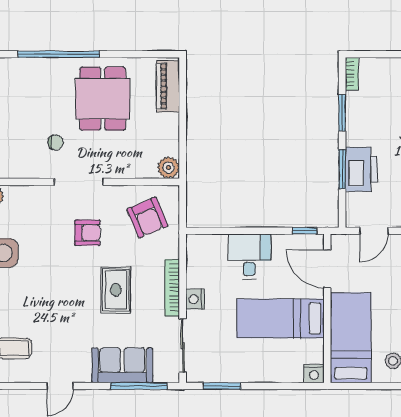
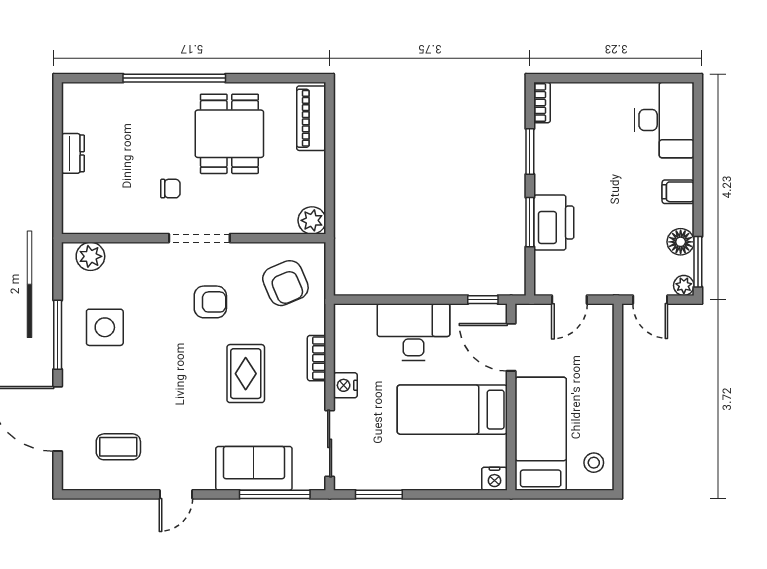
desk: (249, 257) -> (413, 332), width x1.37
bookcase: (172, 288) -> (317, 358), width x0.64

